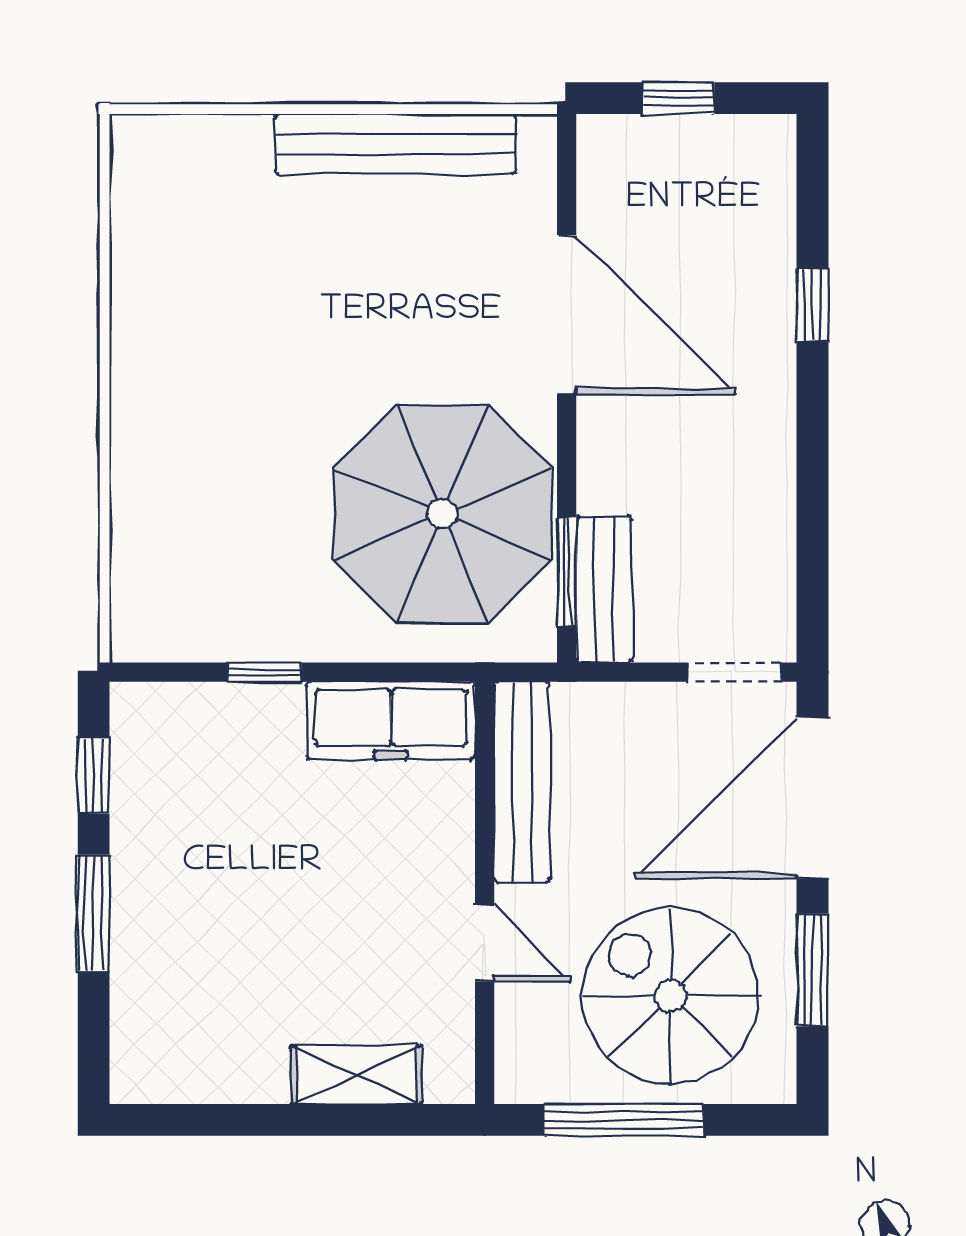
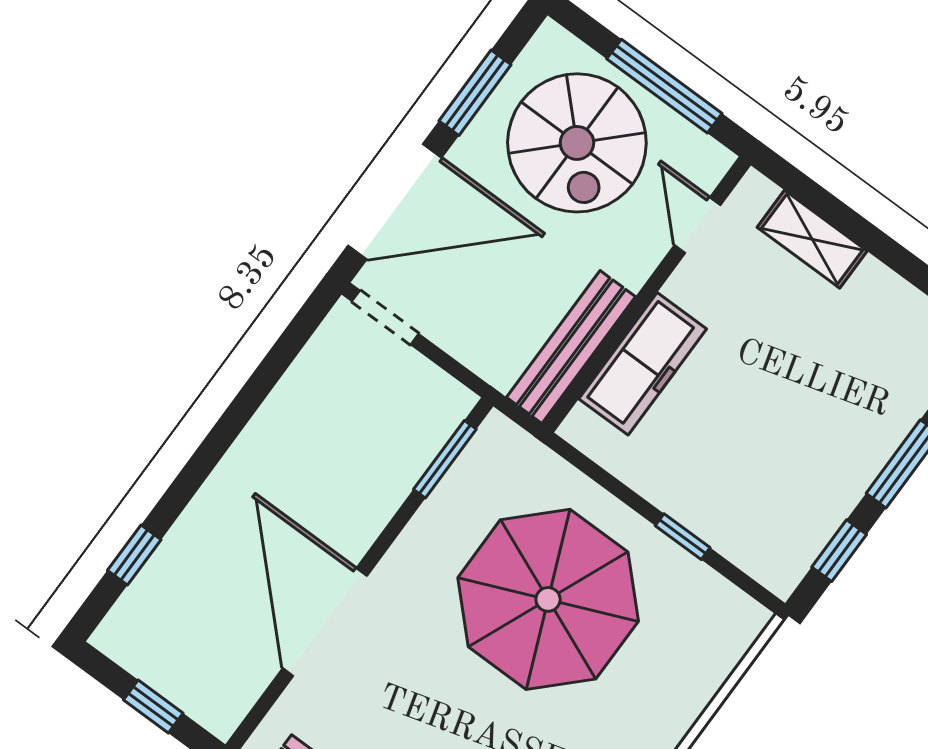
window: (813, 305) -> (134, 555), moved
parasol: (442, 514) -> (548, 599), moved
bench: (604, 589) -> (429, 431), removed
freezer: (391, 721) -> (643, 364), moved, turned 90
door: (485, 943) -> (698, 225), moved

